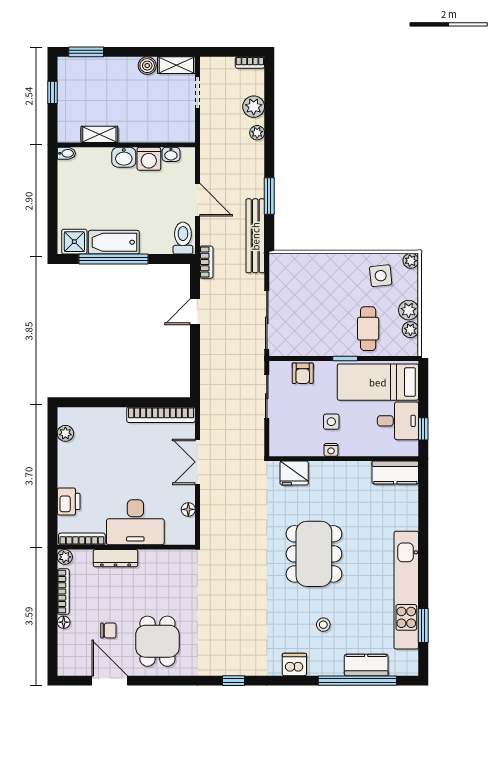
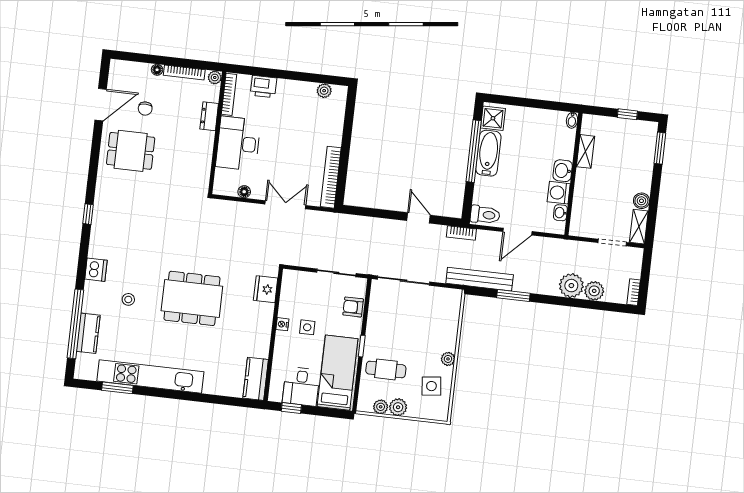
plant: (257, 133) -> (571, 286), width x1.87, depth x1.87
plant: (411, 261) -> (448, 359), moved
dresser: (115, 558) -> (209, 116), width x0.70

